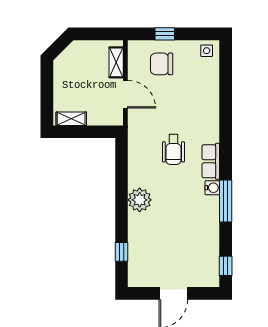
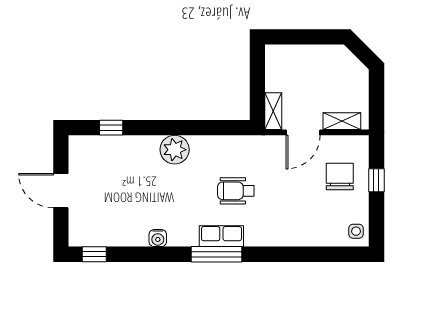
shelving: (71, 119) -> (273, 111), moved
water cooler: (212, 188) -> (158, 238), moved
window: (226, 201) -> (217, 254), moved

